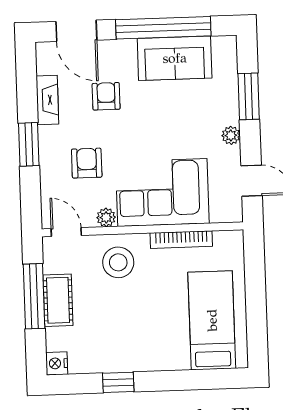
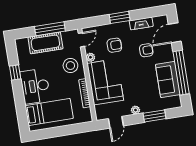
cot: (58, 300) -> (45, 43), width x1.37, depth x1.34
desk: (153, 343) -> (35, 86), added
nightstand: (57, 363) -> (20, 43), removed

